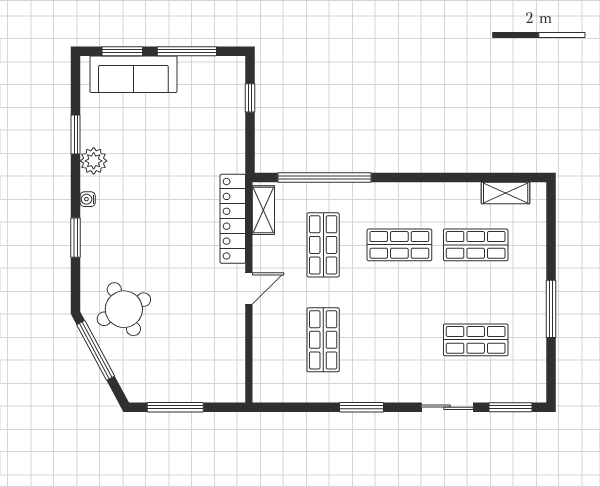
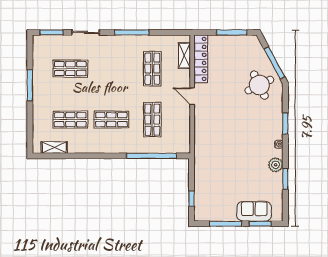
sofa: (133, 74) -> (254, 211), width x0.73
shelving: (263, 210) -> (184, 55), moved
locker: (233, 219) -> (201, 59), moved
door: (249, 289) -> (192, 96), hinge flipped
window: (362, 407) -> (132, 32), width x1.44

